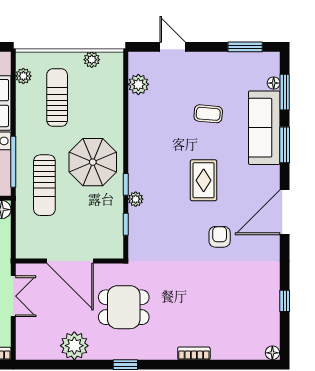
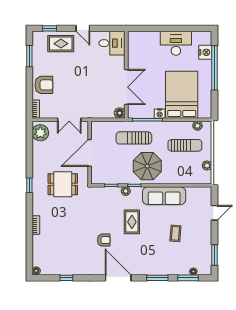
plant: (138, 84) -> (193, 193), removed
sofa: (264, 128) -> (164, 196), moved, turned 180
rug: (204, 180) -> (132, 222), moved, turned 90
dining table: (124, 307) -> (63, 184), turned 90
plant: (74, 346) -> (40, 133), moved

